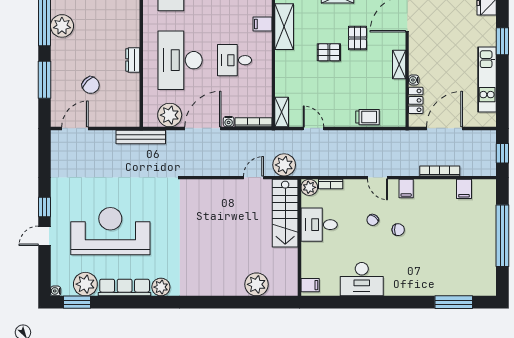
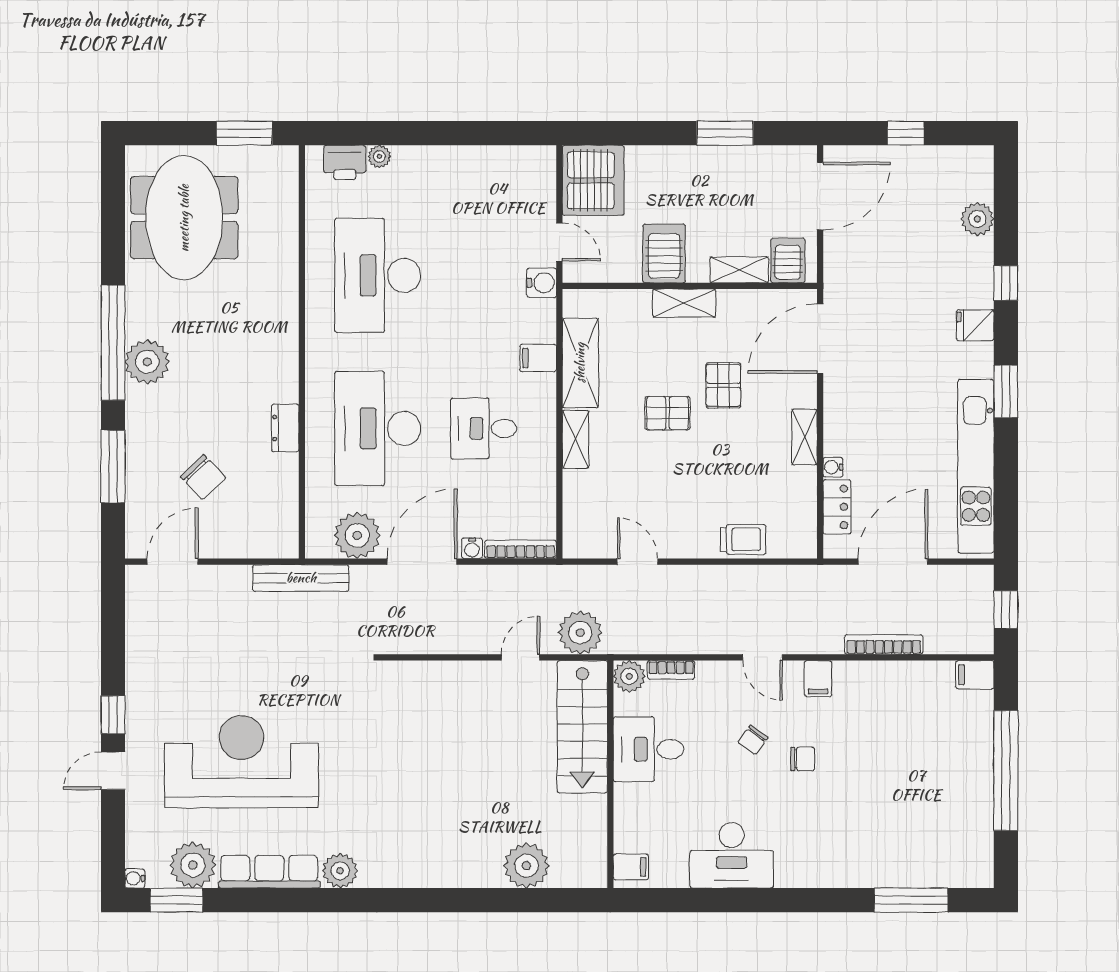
kitchen unit: (487, 80) -> (976, 466), width x1.36
shelving: (282, 112) -> (576, 439), moved
filing cabinet: (464, 189) -> (975, 675), moved, turned 90

